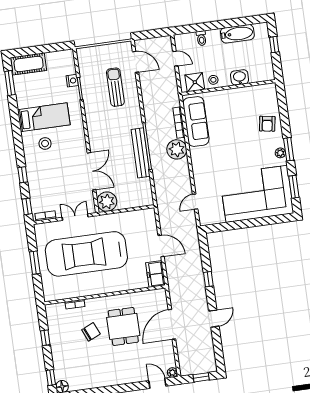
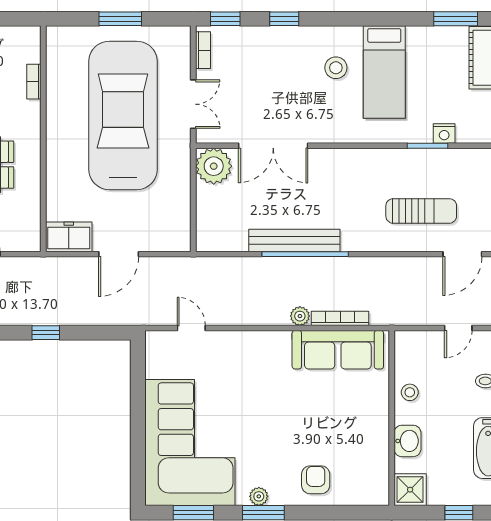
shower: (195, 82) -> (410, 490), moved
armchair: (267, 124) -> (316, 480), turned 81
plant: (177, 149) -> (300, 316), width x0.53, depth x0.53

